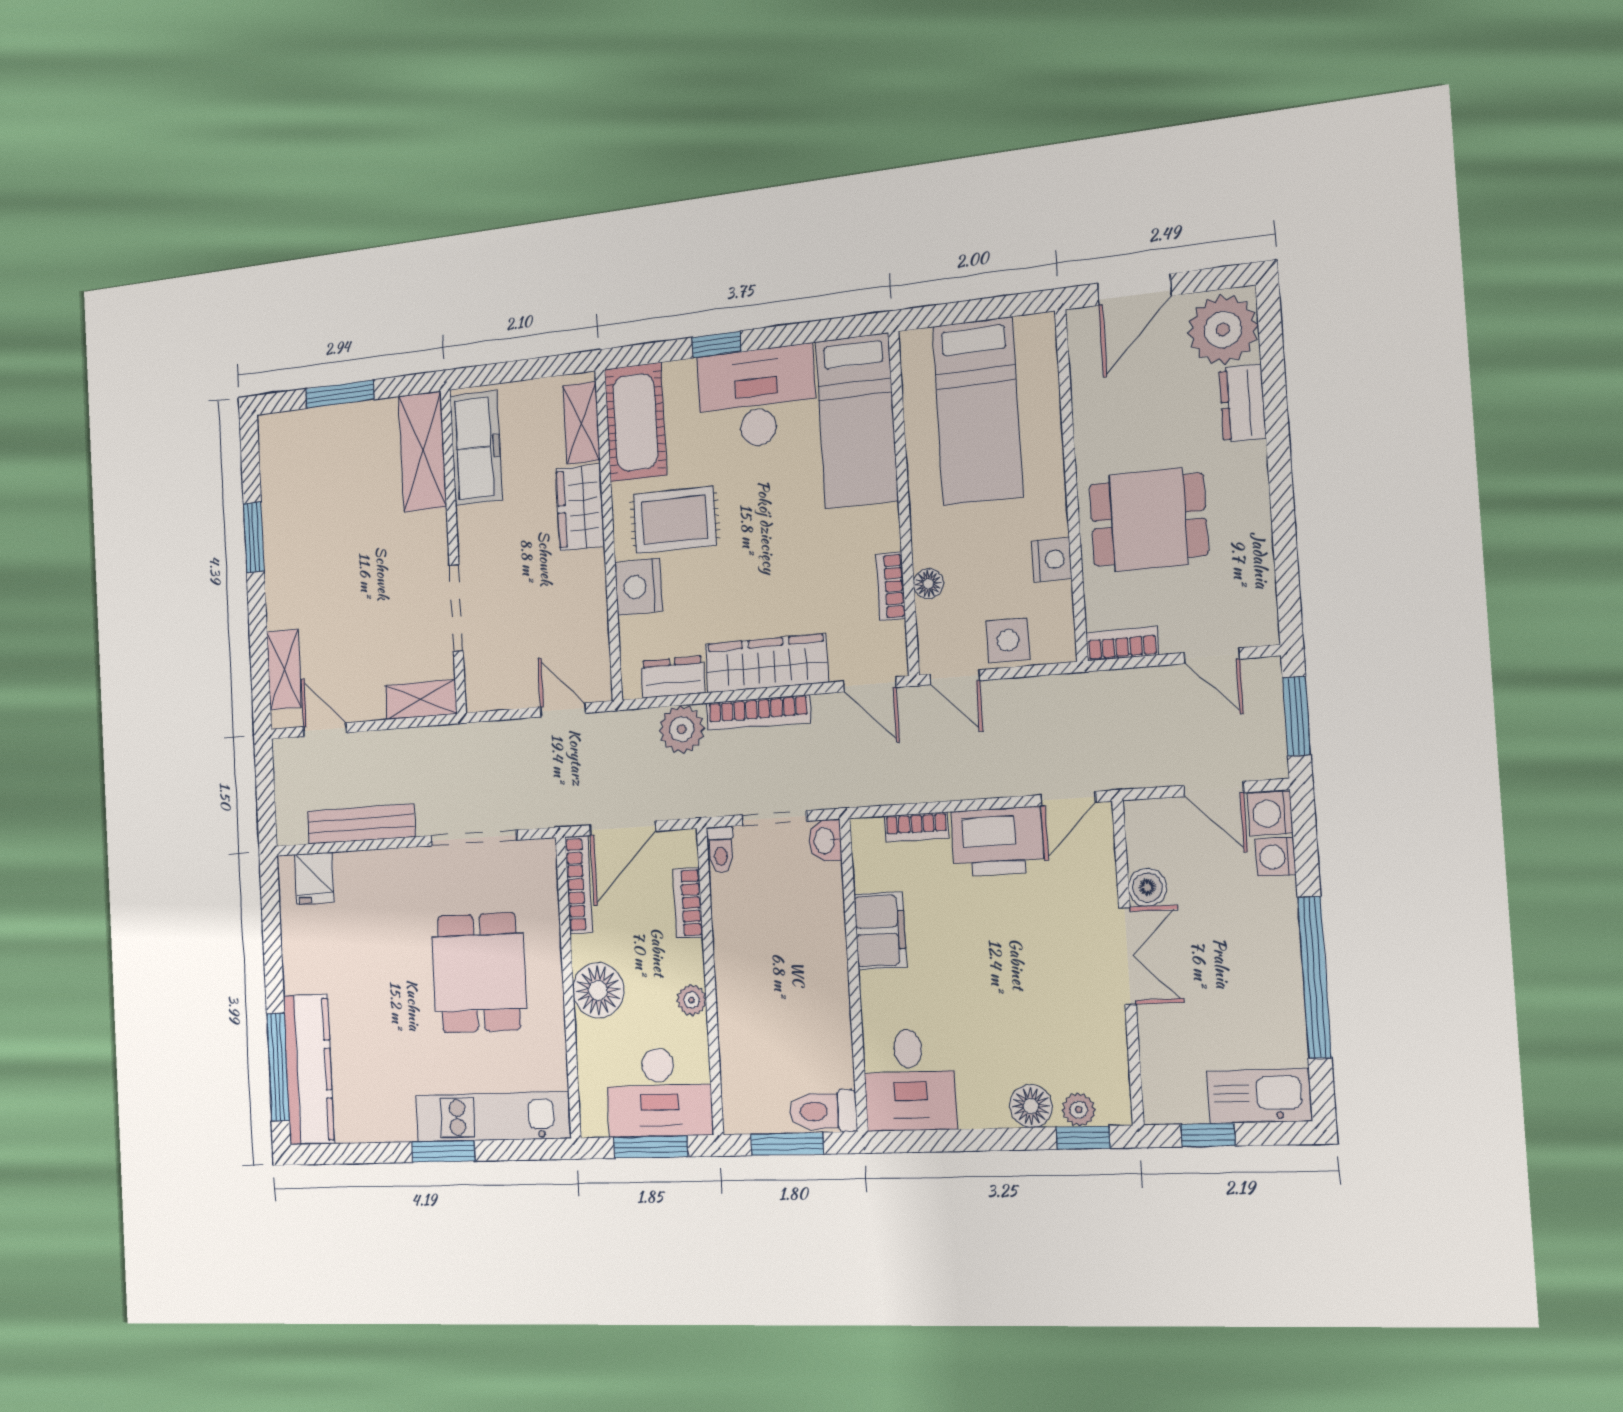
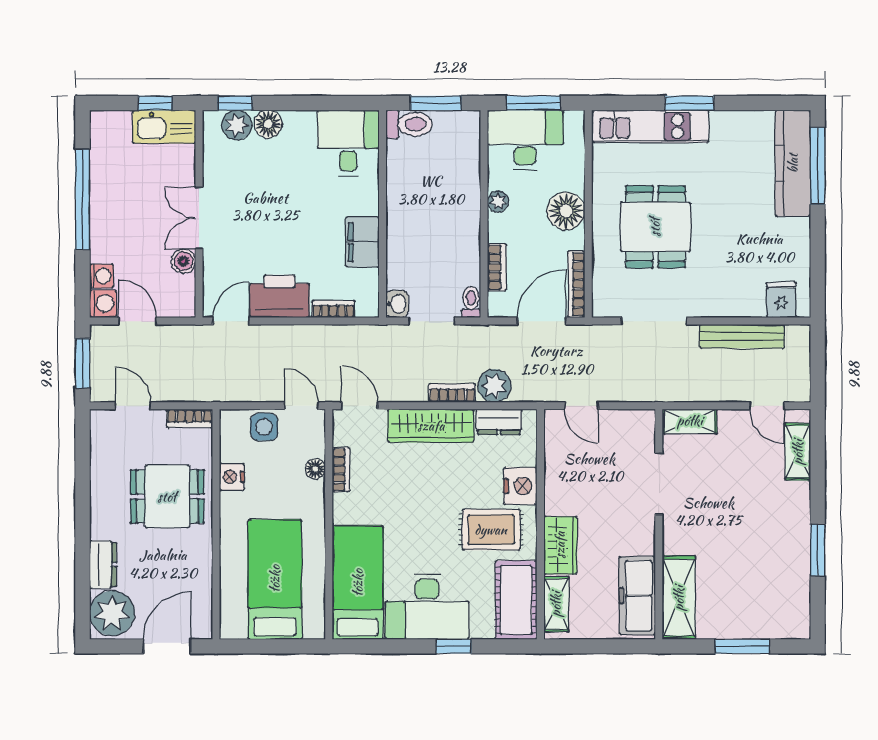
bookcase: (758, 713) -> (452, 393), width x0.64
kitchen sink: (1259, 1096) -> (164, 127), moved
plant: (1079, 1110) -> (237, 125), width x1.38, depth x1.38

